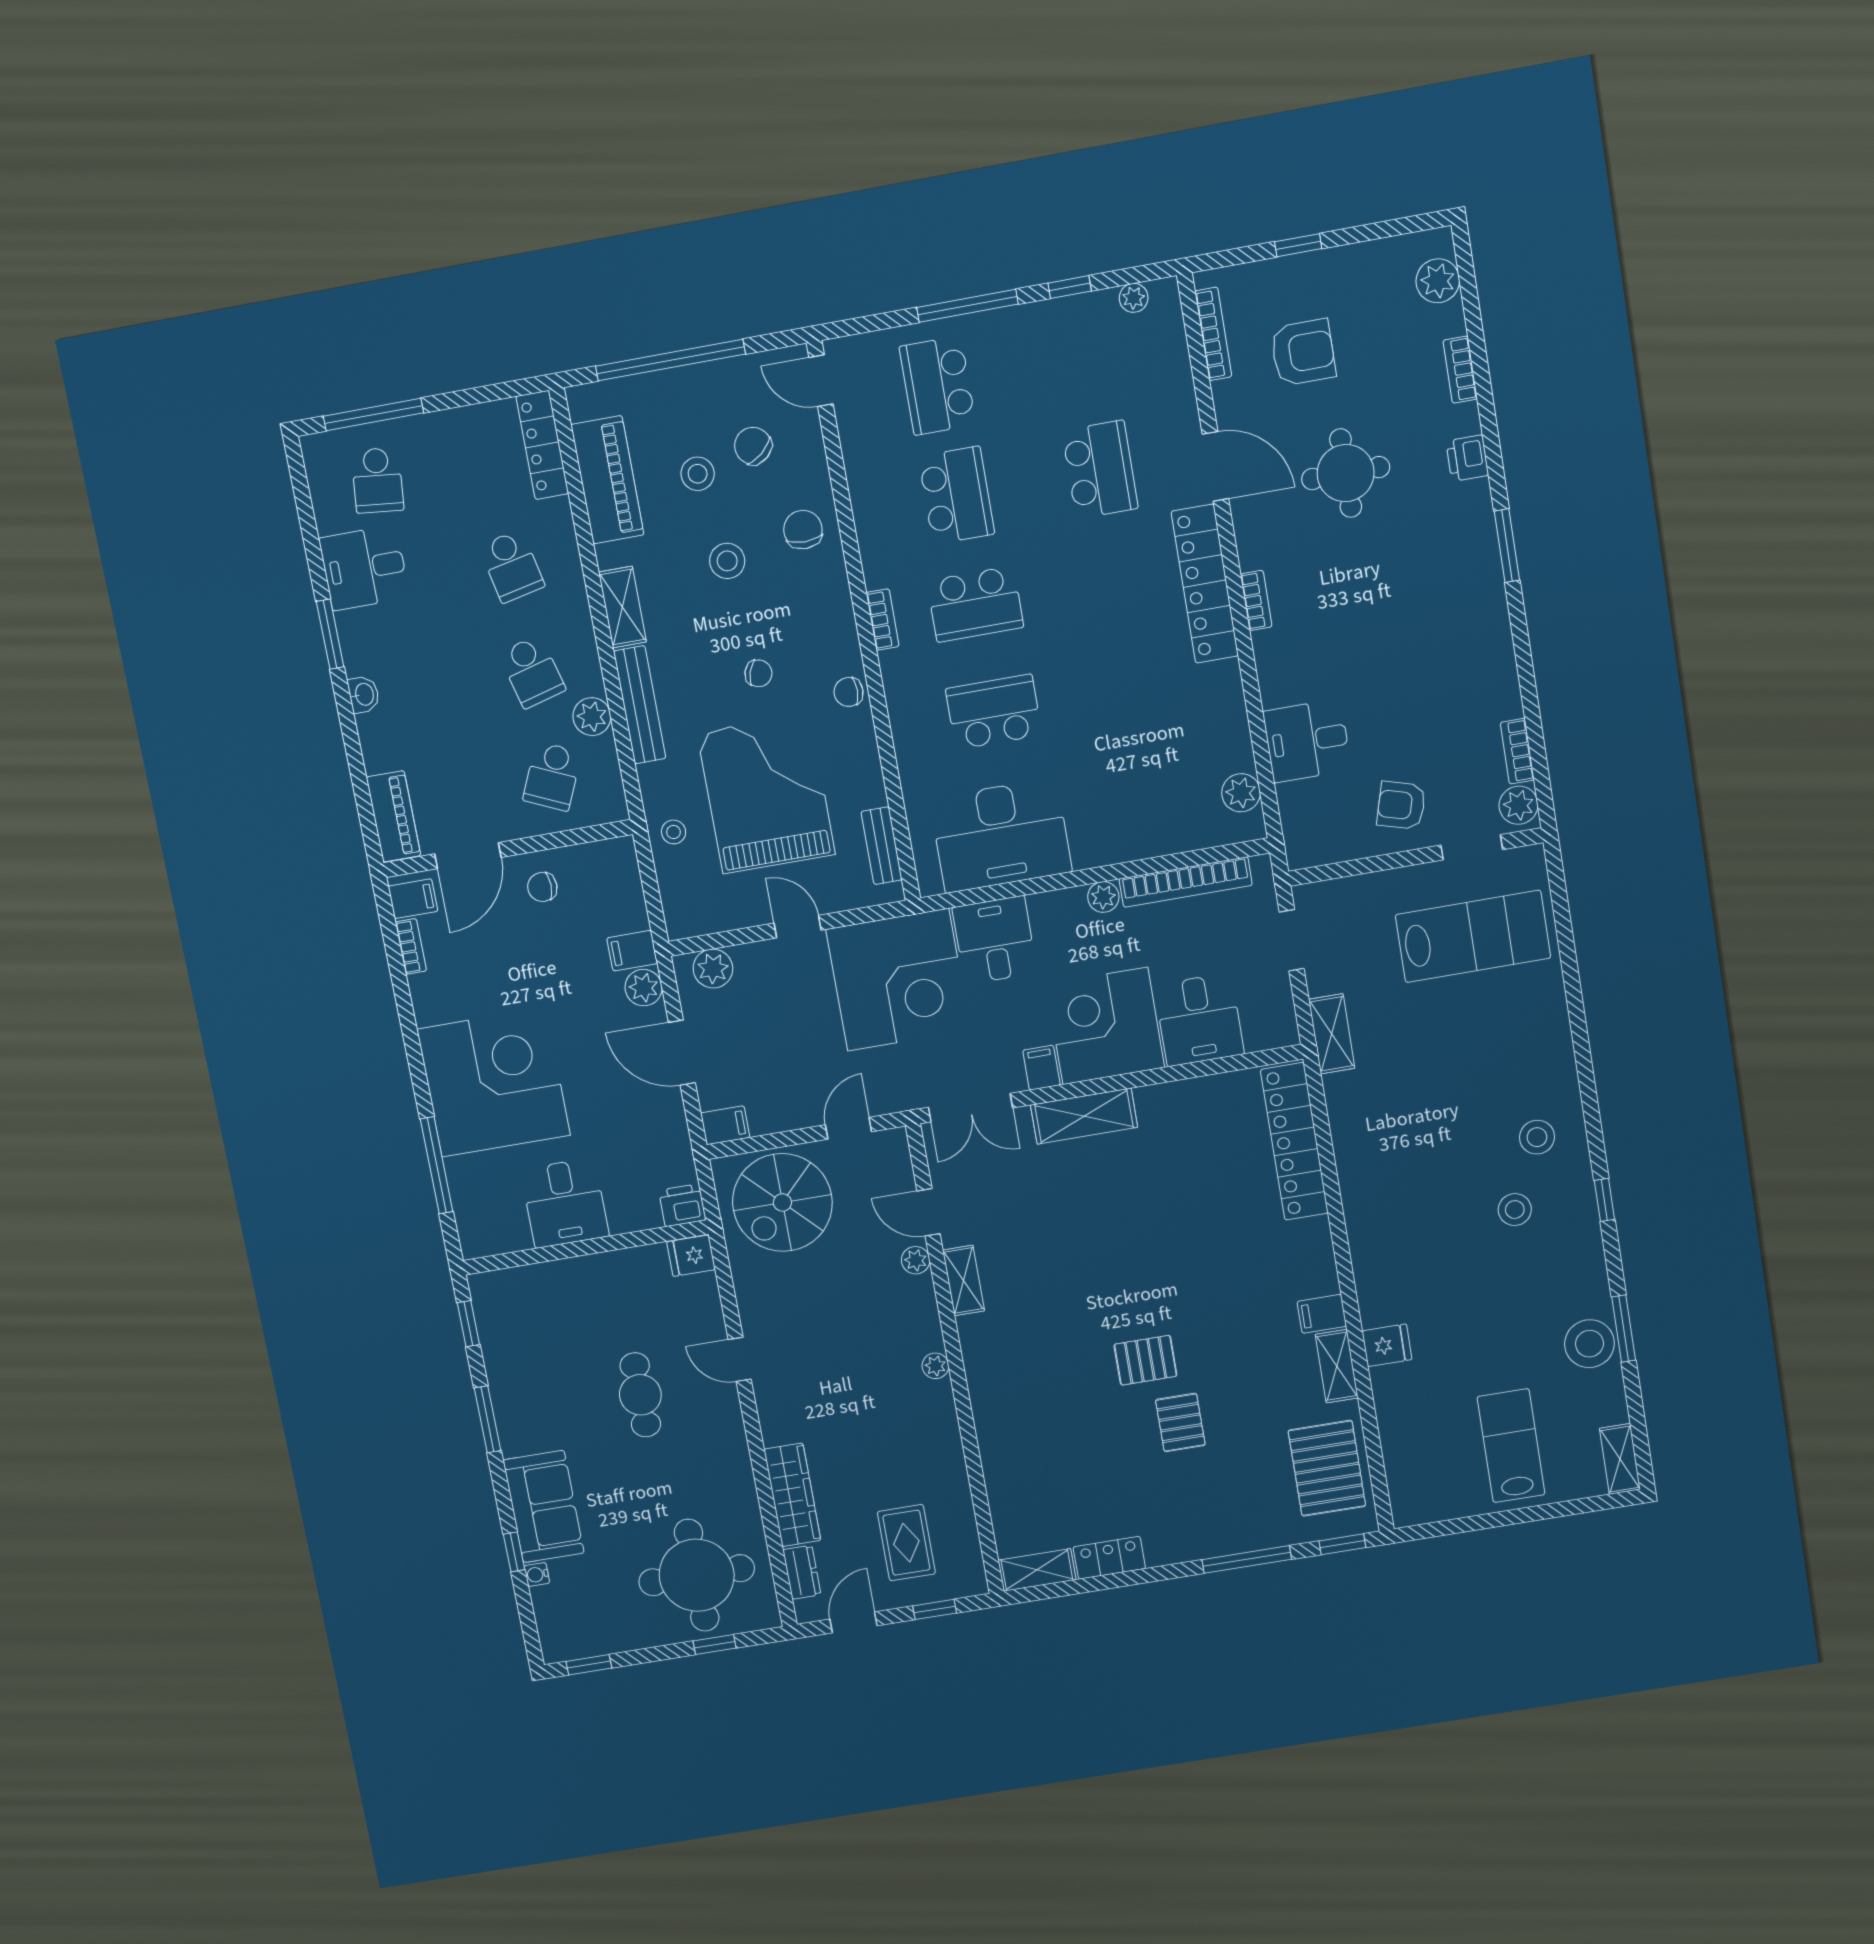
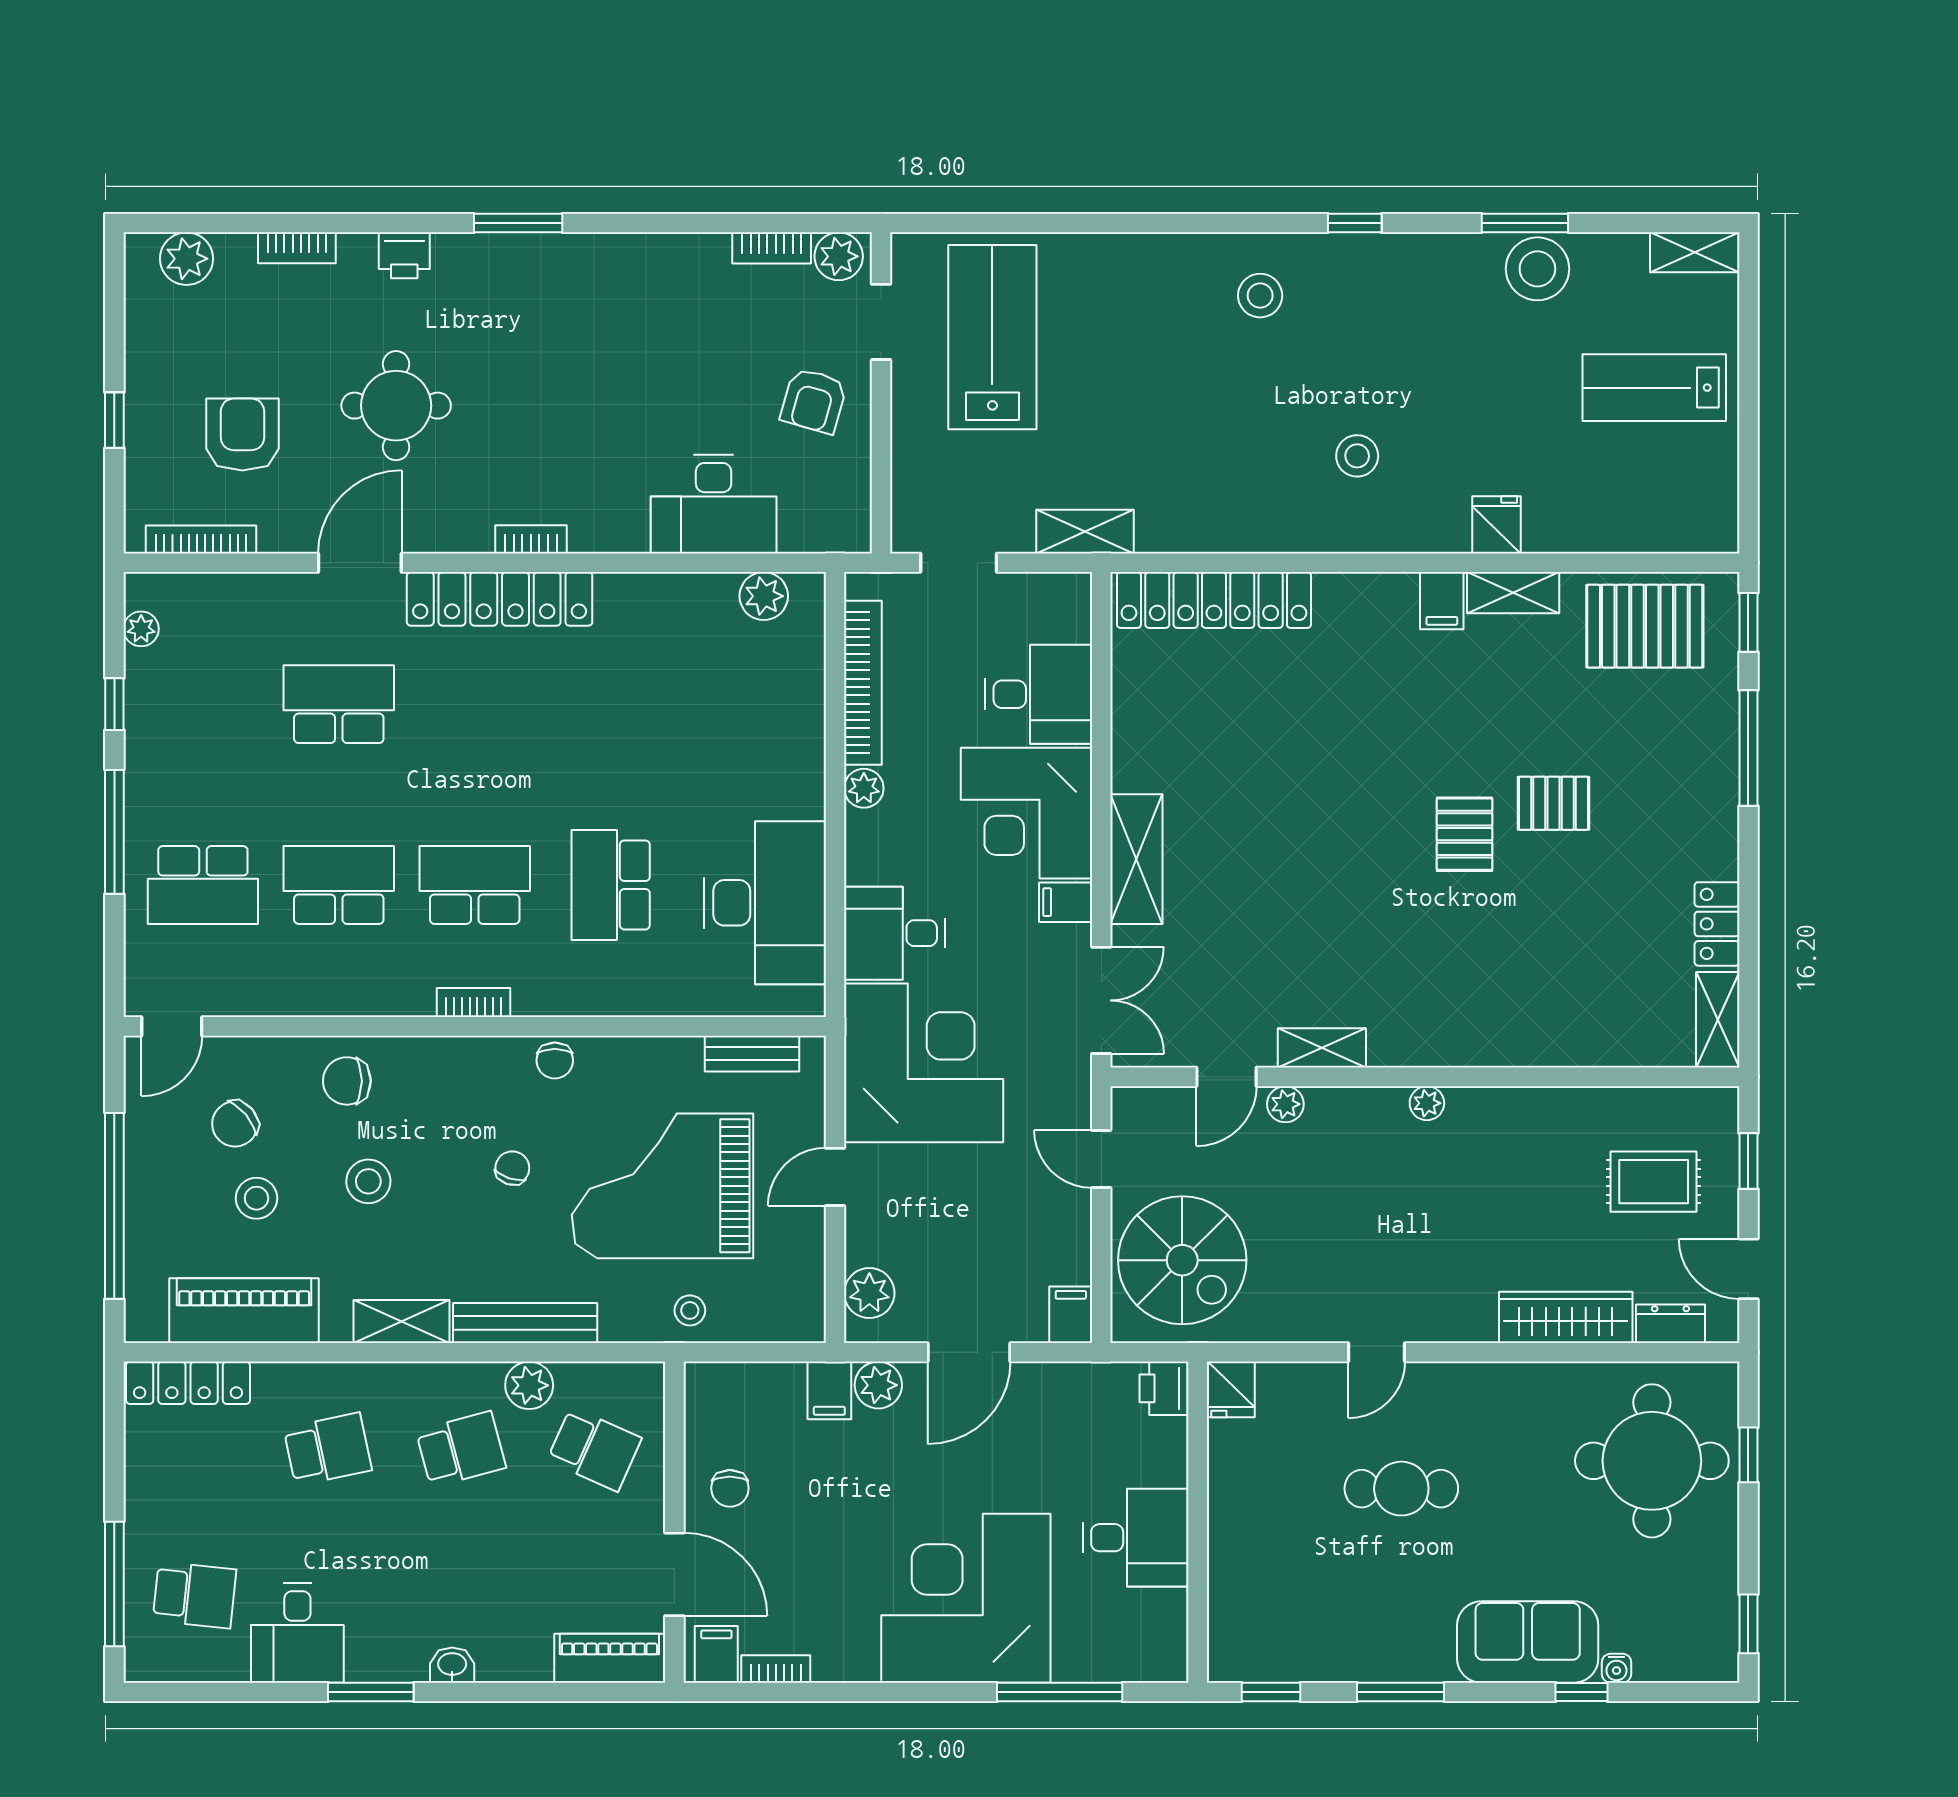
school desk: (975, 604) -> (475, 885), turned -90
desk: (1307, 741) -> (714, 504), width x1.37
stool: (1515, 1210) -> (1357, 456), moved

